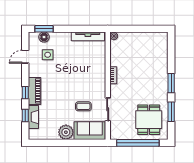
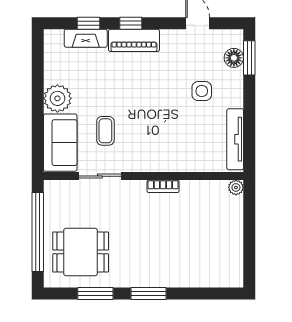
side table: (48, 55) -> (202, 91), moved

